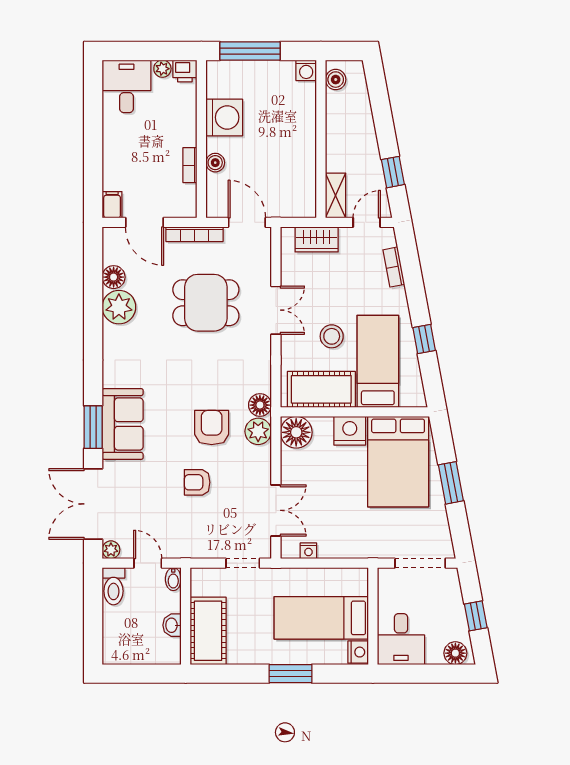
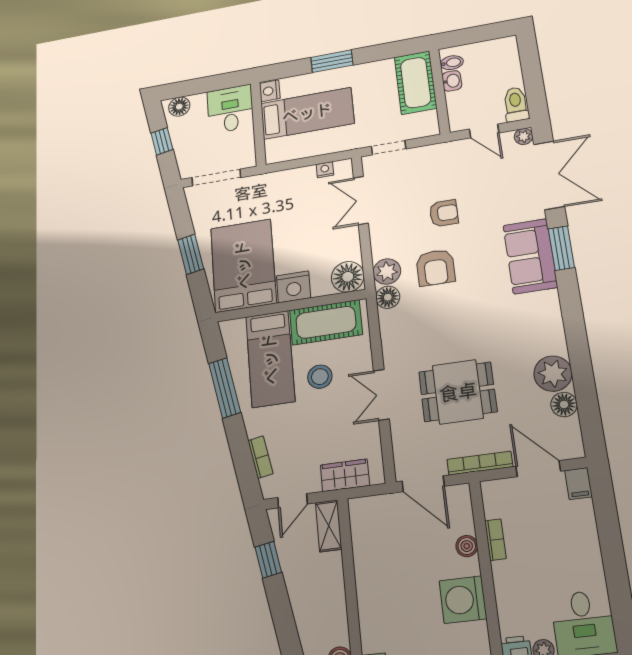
window: (424, 339) -> (225, 388), width x2.17
bidet: (173, 579) -> (452, 63), moved, turned 90

